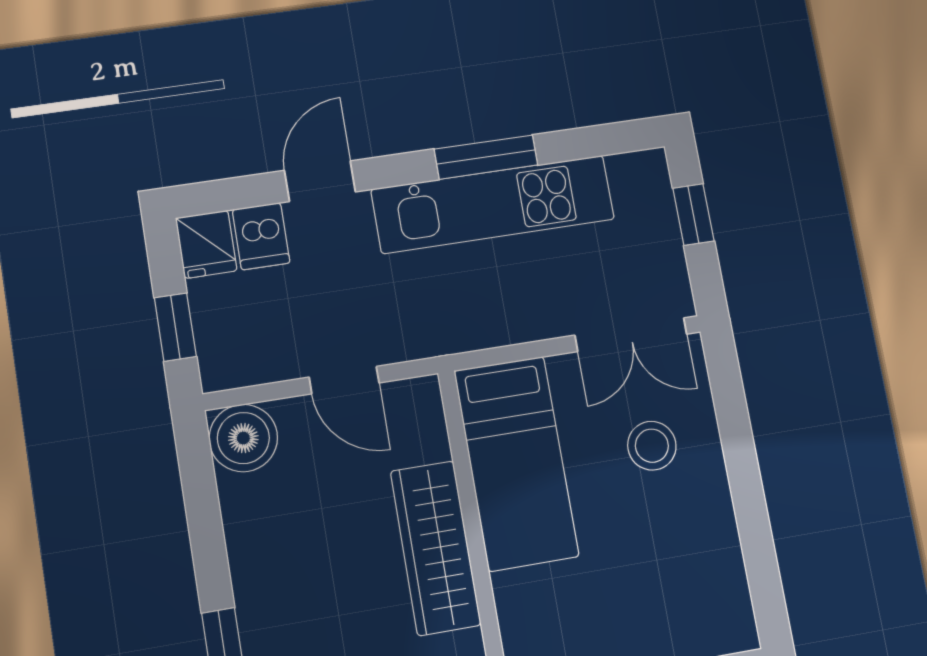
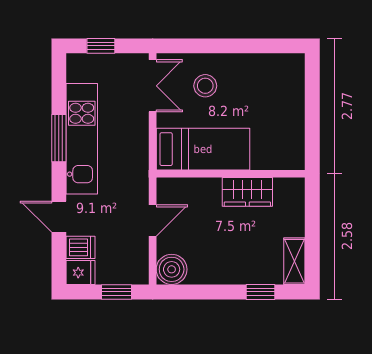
wardrobe: (436, 548) -> (247, 192), width x0.67

